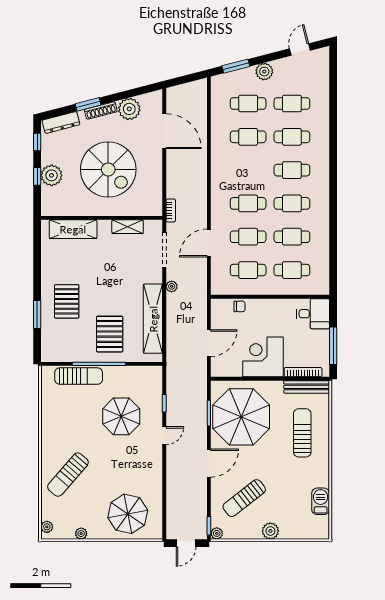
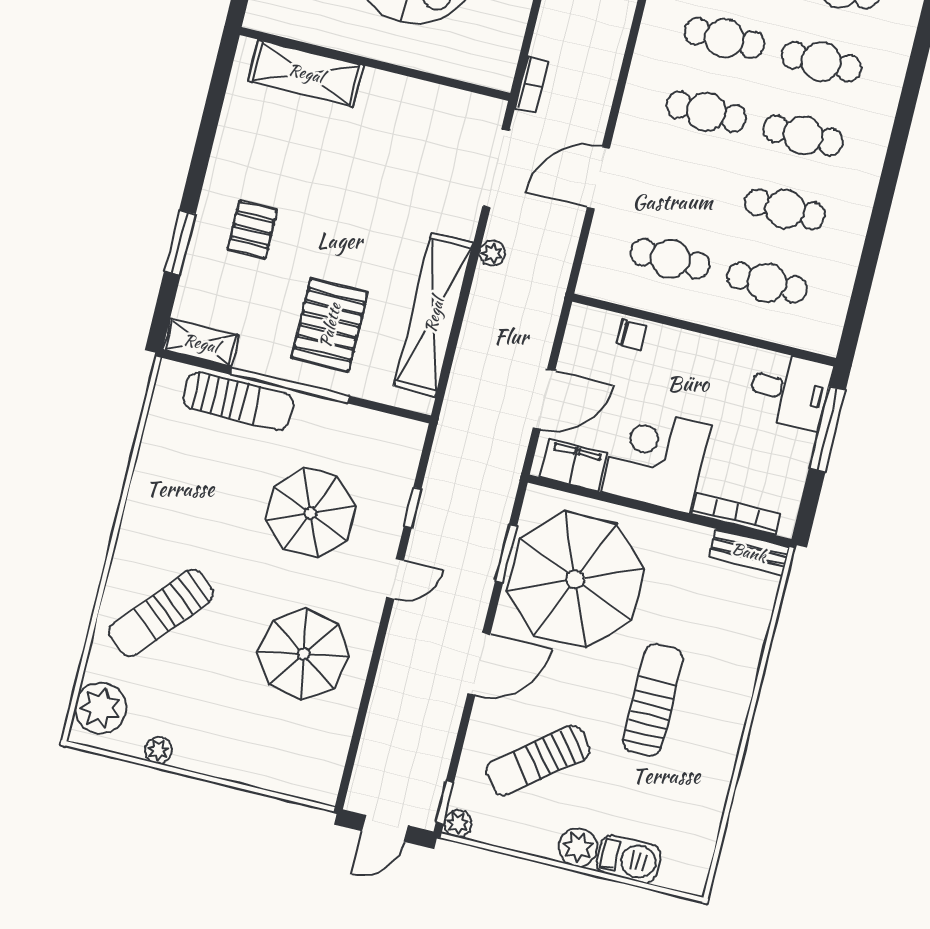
shelving: (128, 227) -> (201, 343), moved
cafe table: (248, 237) -> (724, 38), moved
pallet: (67, 301) -> (252, 230), width x0.67, depth x0.71
window: (333, 346) -> (827, 429), moved
filing cabinet: (229, 368) -> (574, 465), added
bench: (307, 387) -> (749, 552), width x0.73
sun lounger: (302, 433) -> (653, 700), moved
barbecue: (321, 501) -> (629, 859), moved, turned 90
parasol: (128, 514) -> (304, 654), moved
plant: (47, 527) -> (101, 708), width x1.88, depth x1.88

